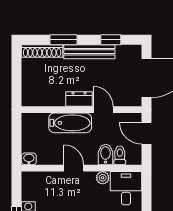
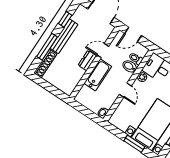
window: (64, 40) -> (47, 47), width x1.44
door: (74, 168) -> (125, 90), swing flipped

